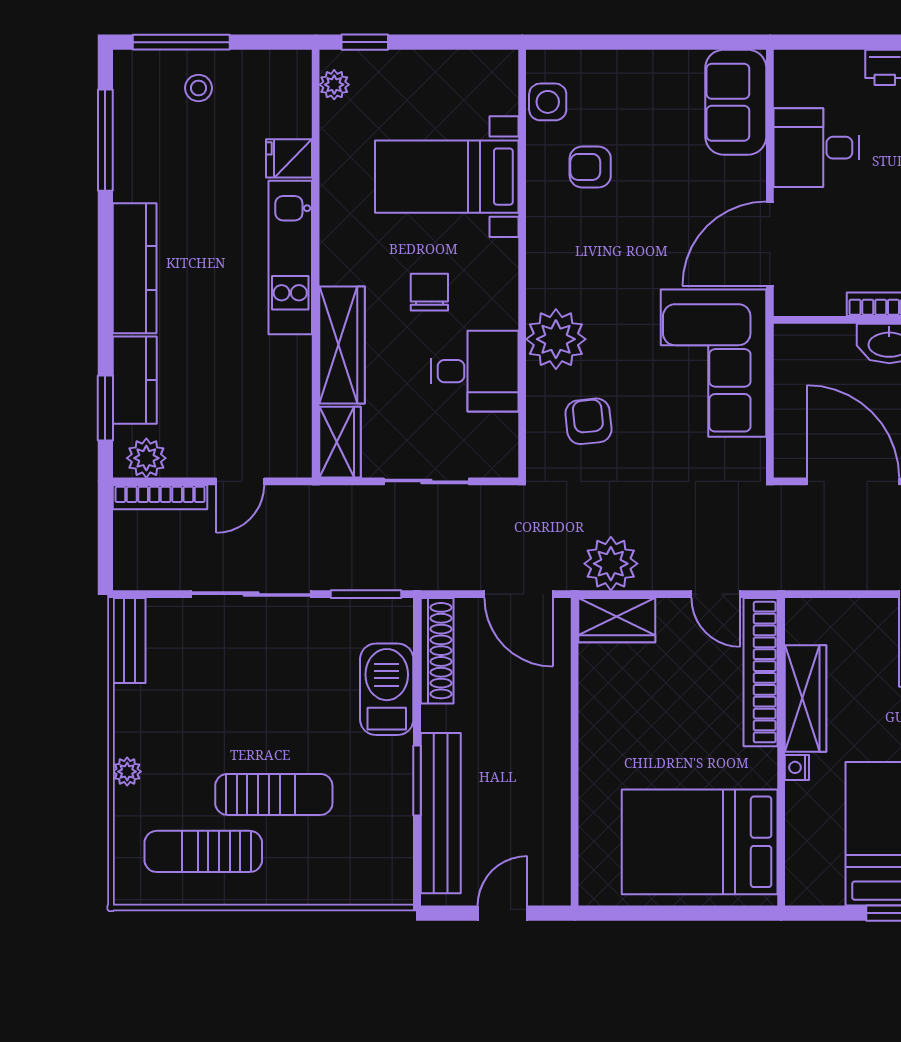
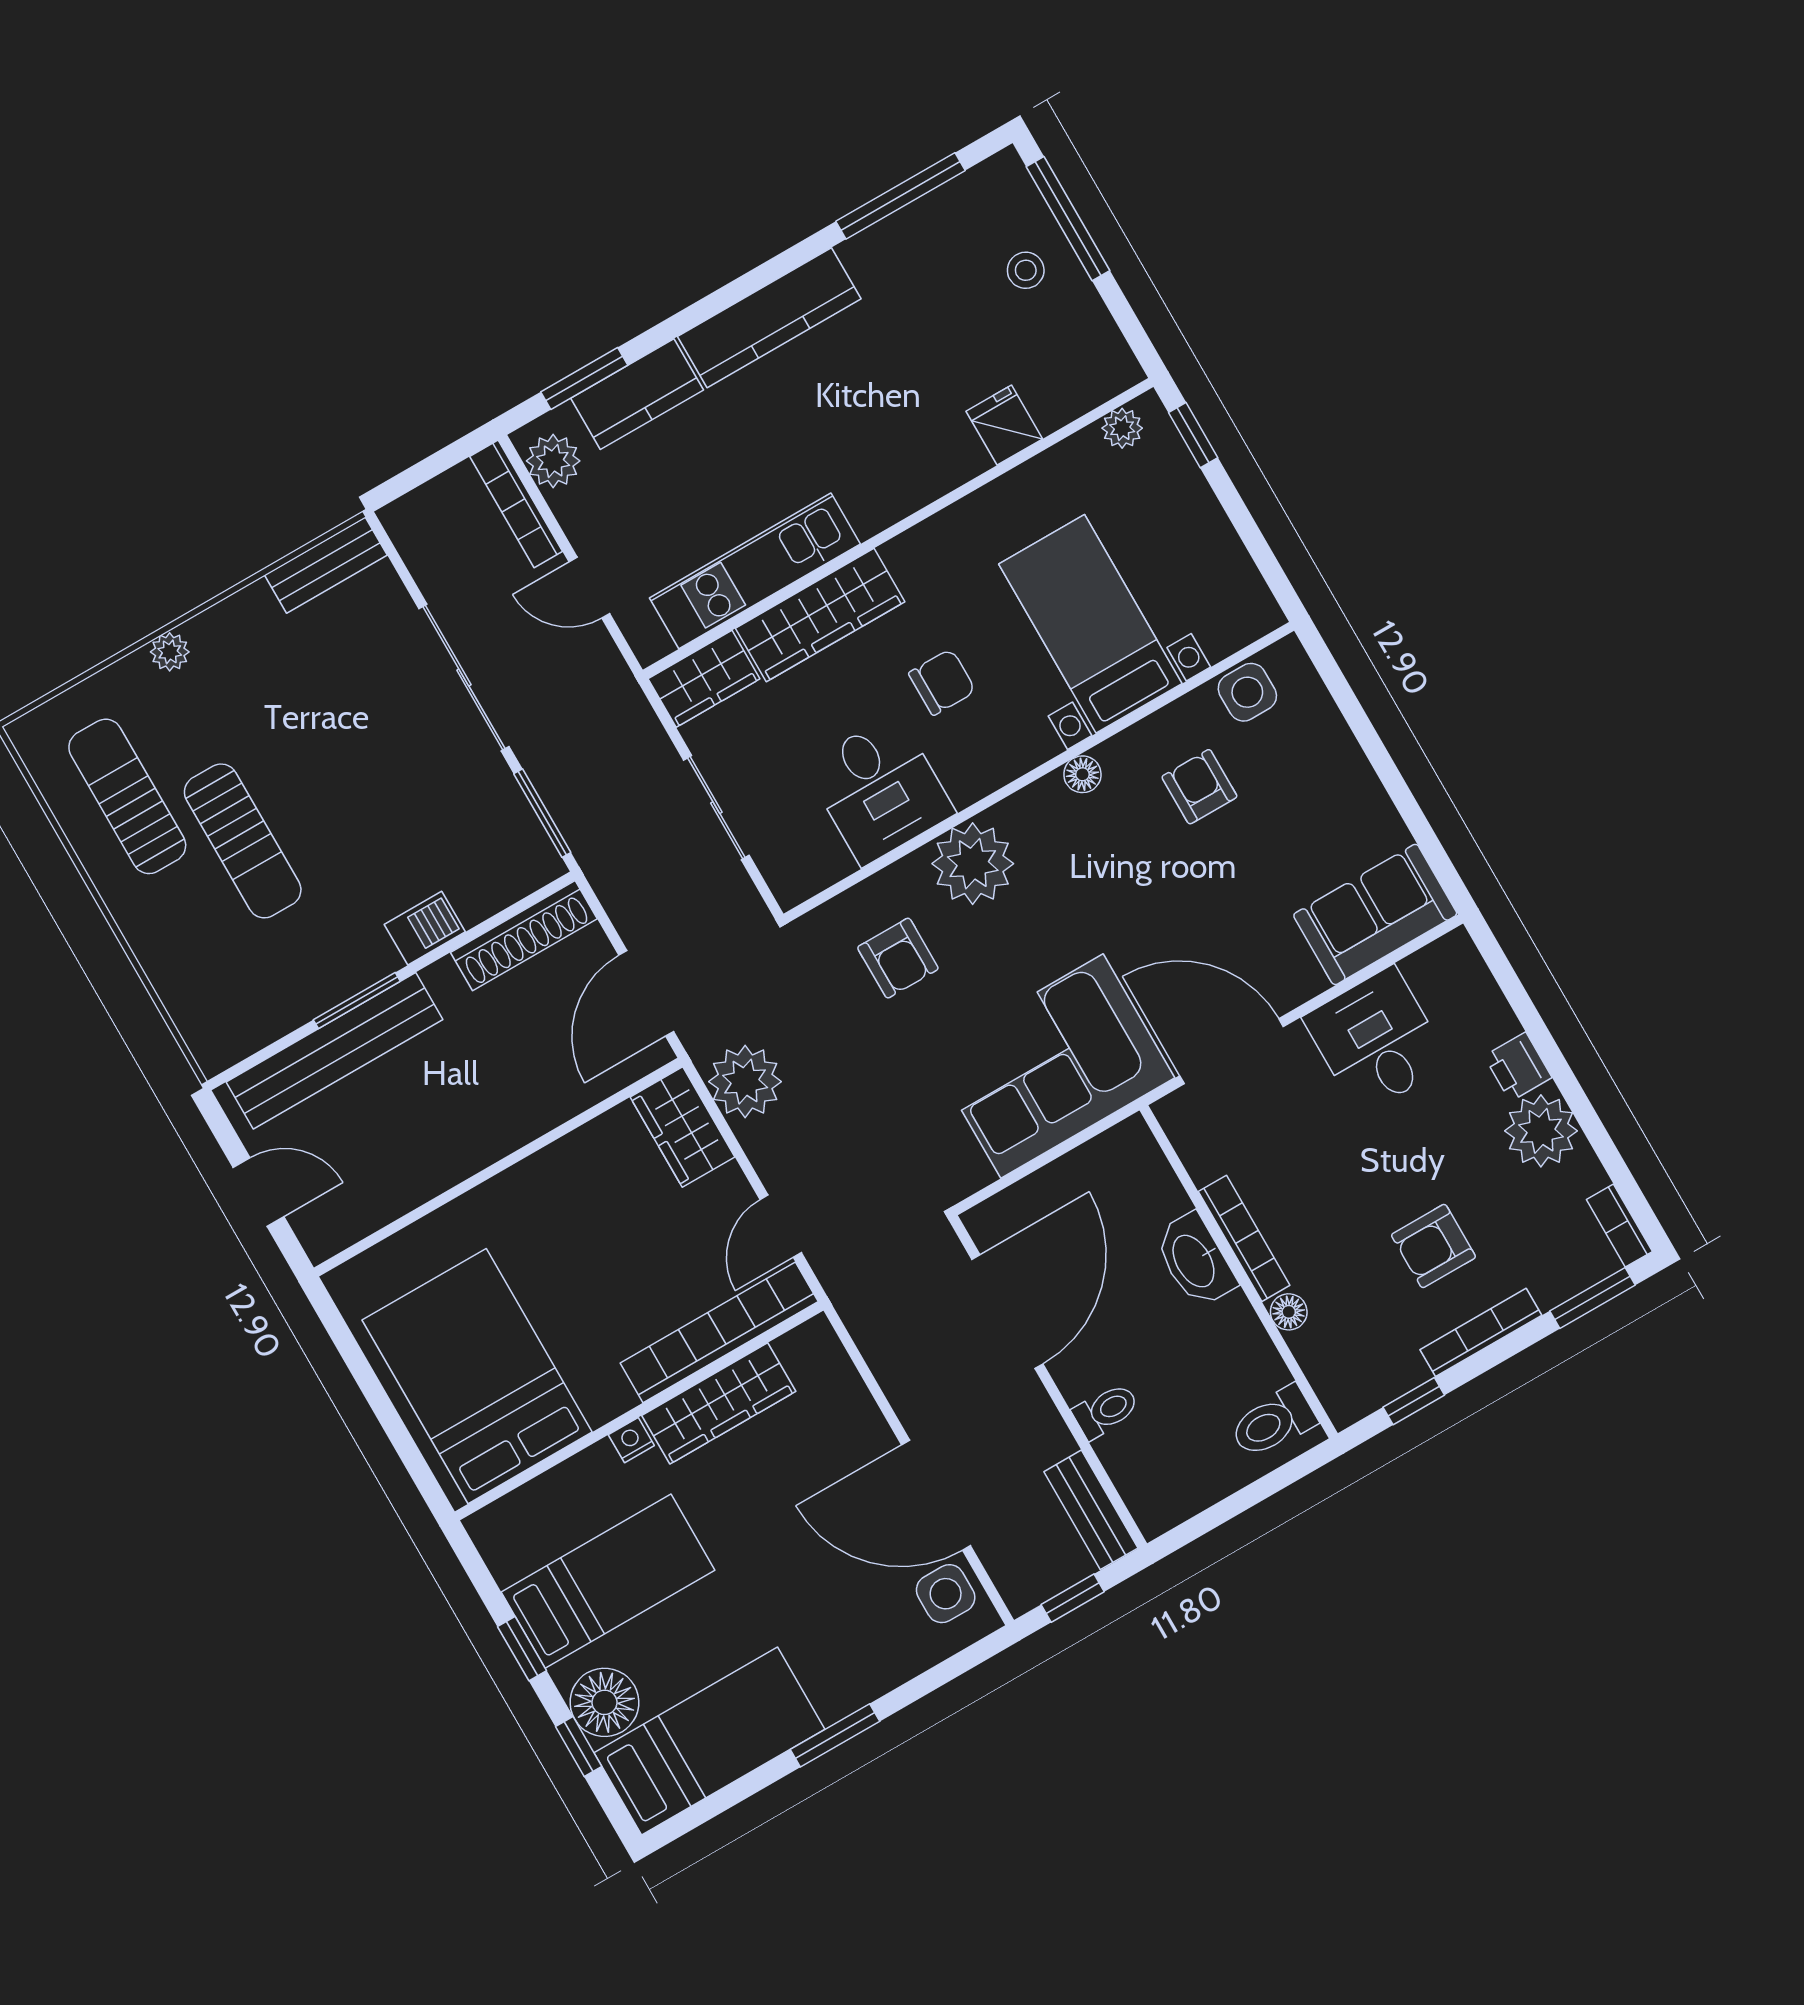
floor lamp: (539, 237) -> (1082, 774), added
kitchen unit: (290, 257) -> (755, 571), moved
armchair: (588, 421) -> (898, 958), turned 96
barbecue: (387, 689) -> (425, 928), width x0.53, depth x0.65

